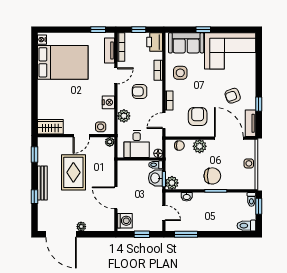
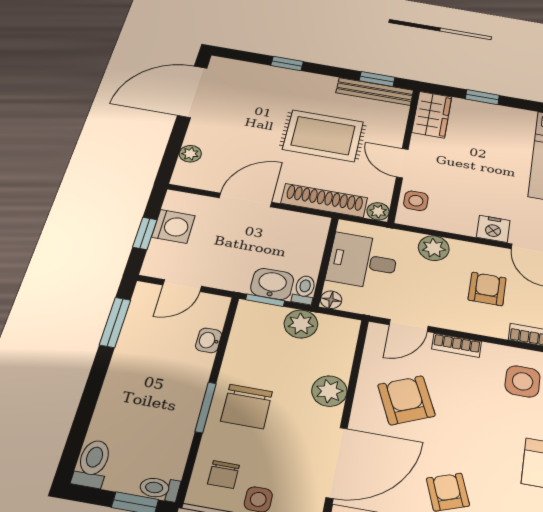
nightstand: (108, 102) -> (493, 229), moved
window: (34, 105) -> (482, 97), added
armchair: (198, 117) -> (406, 400), turned -114
door: (164, 121) -> (409, 325), swing flipped
chair: (179, 146) -> (223, 474), moved
shoe rack: (109, 165) -> (324, 200), added
bench: (42, 183) -> (375, 92), moved
plant: (172, 183) -> (301, 324), moved
washing machine: (125, 221) -> (173, 226), moved, turned -90
plant: (81, 227) -> (190, 154), moved

